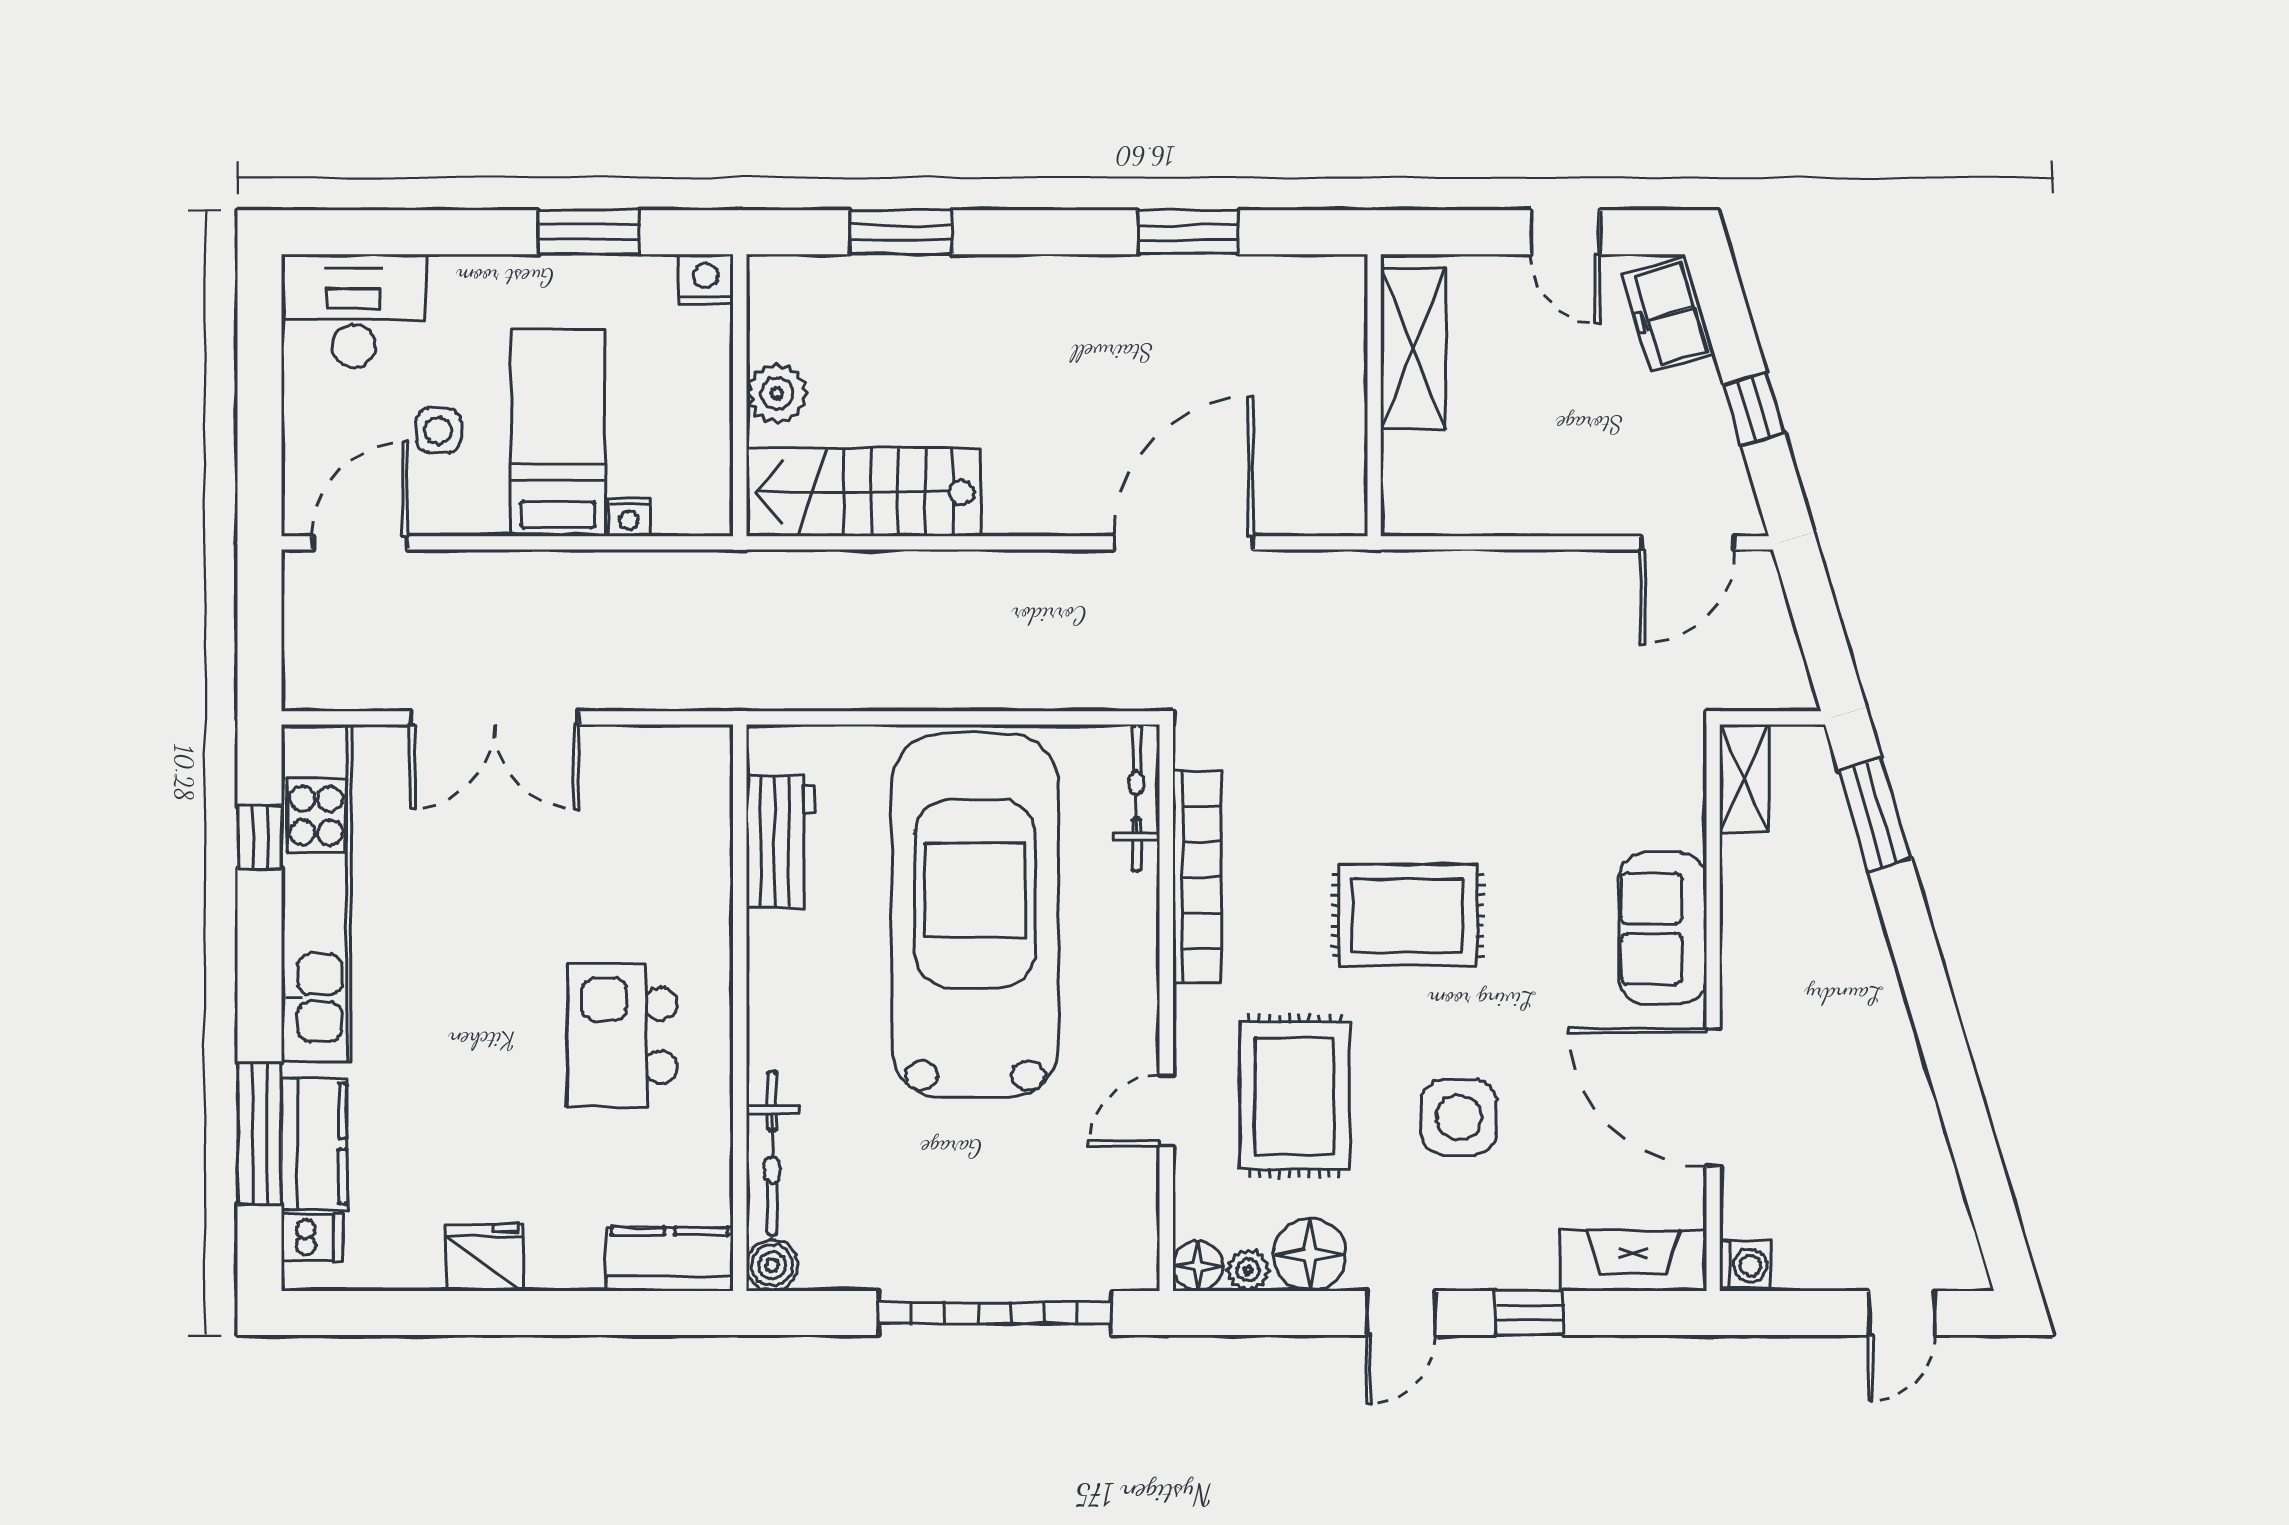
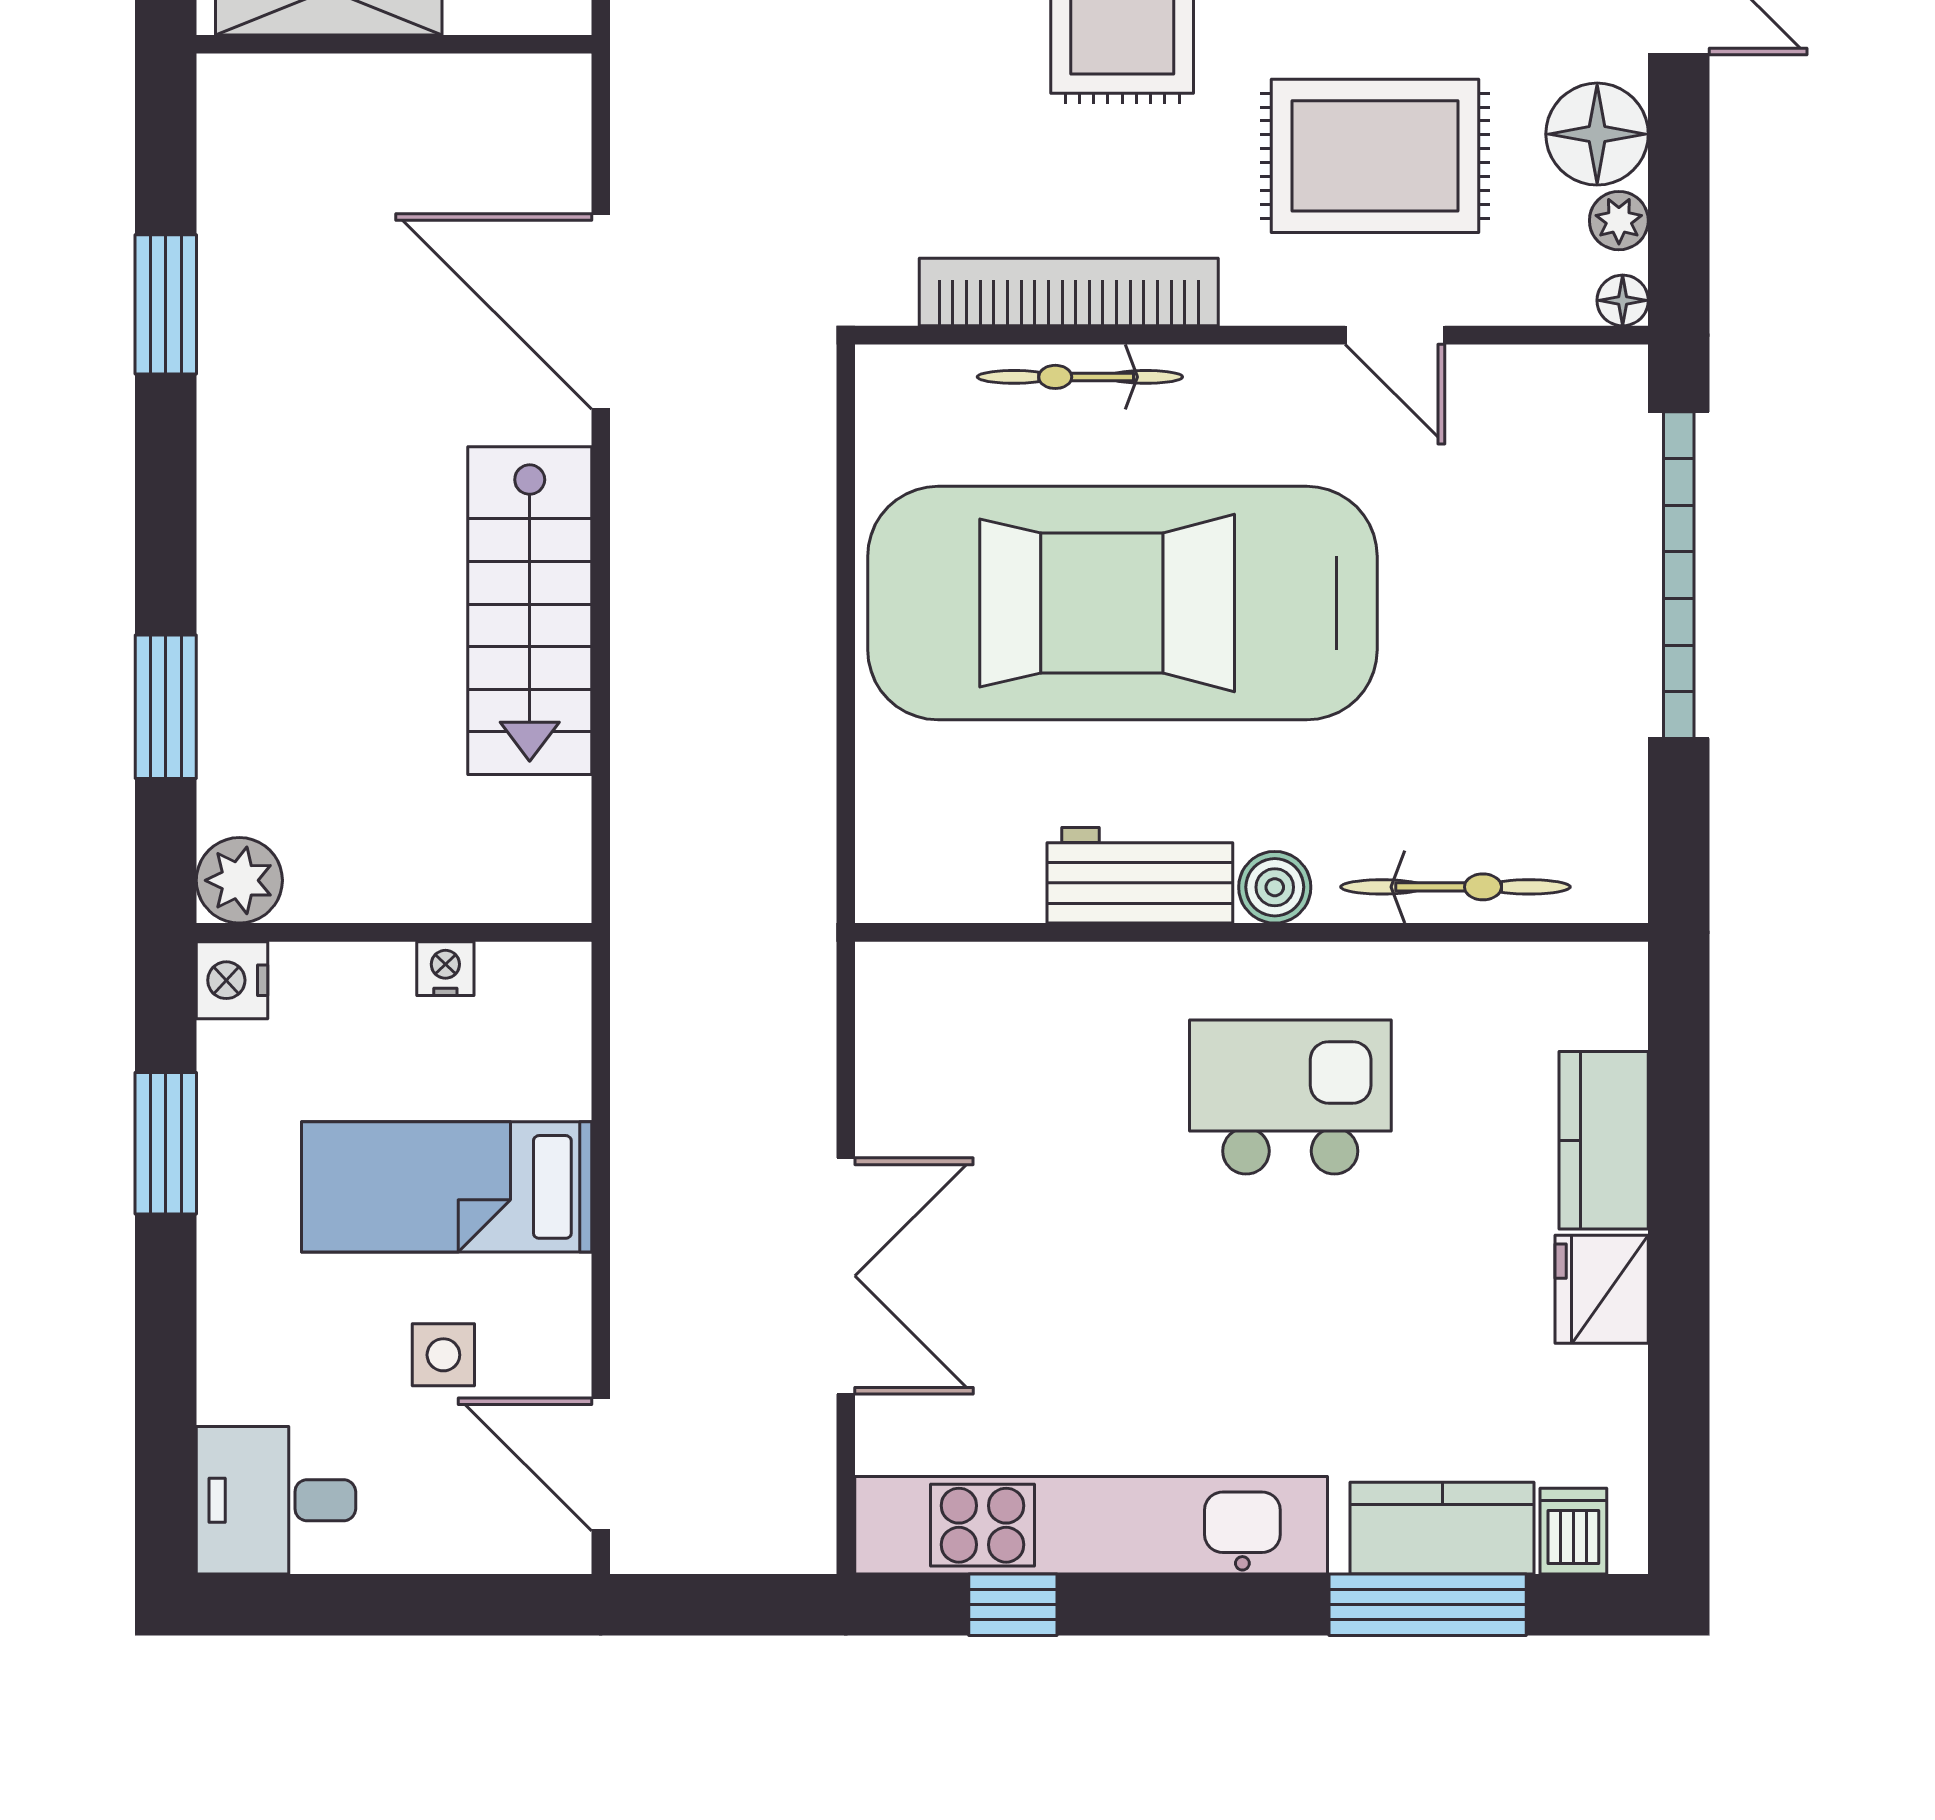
desk: (354, 311) -> (276, 1500), width x0.73
plant: (777, 393) -> (239, 880), moved
stairs: (863, 492) -> (530, 611), moved
nightstand: (629, 517) -> (445, 969), moved, turned -90
bicycle: (1136, 798) -> (1080, 377), moved
workbench: (781, 842) -> (1140, 875), moved
kitchen island: (622, 1035) -> (1290, 1097), turned 180
kitchen counter: (670, 1259) -> (1604, 1140), moved
boiler: (772, 1265) -> (1275, 887), moved
floor lamp: (1198, 1266) -> (1623, 300), width x0.73, depth x0.73

